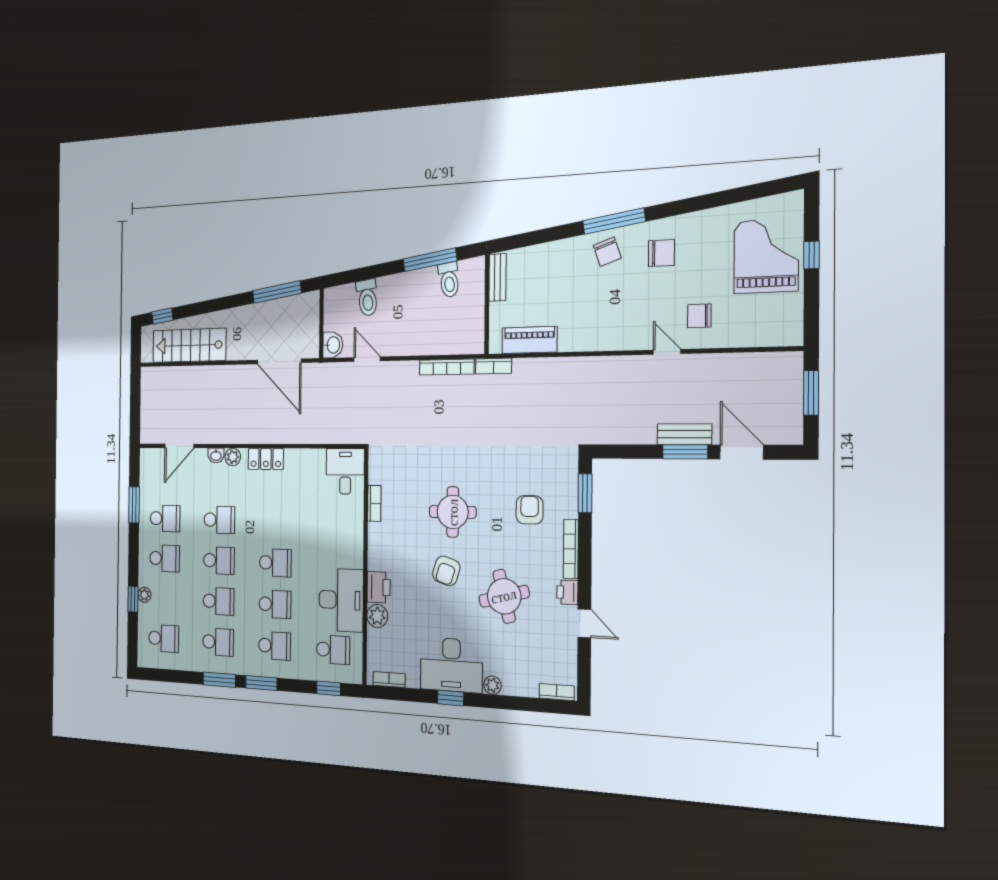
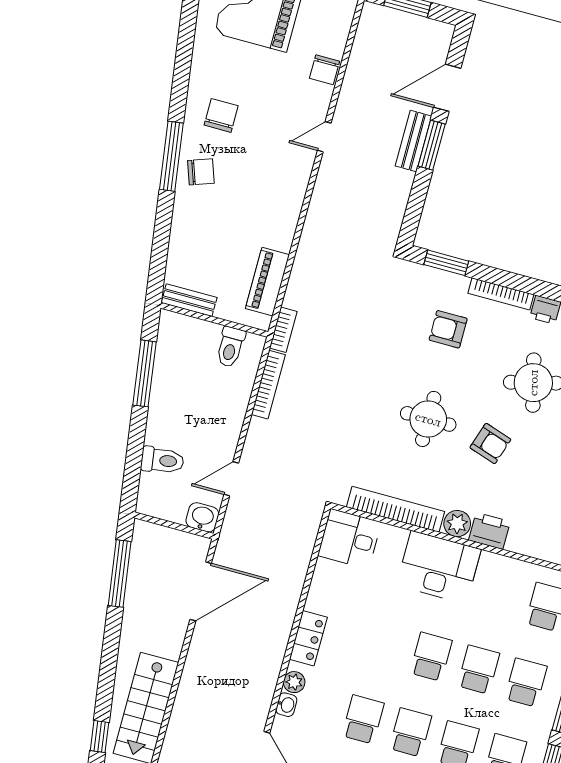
toilet: (449, 280) -> (230, 347), moved, turned 98
chair: (699, 316) -> (325, 70), moved
bookcase: (374, 503) -> (396, 509), width x2.31, depth x1.31
desk: (341, 600) -> (439, 567), moved
plant: (377, 616) -> (457, 524), moved

